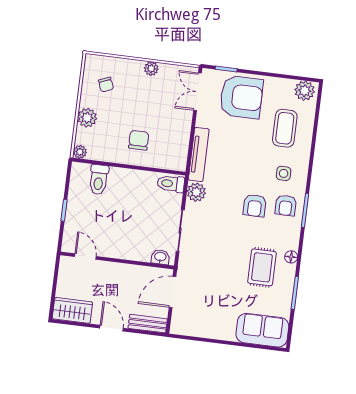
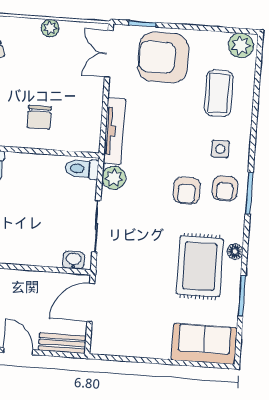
armchair: (241, 97) -> (163, 57), turned 180
chair: (139, 140) -> (39, 117), turned 180
rug: (262, 267) -> (200, 266), width x1.36, depth x1.43

